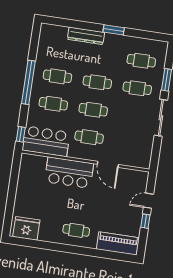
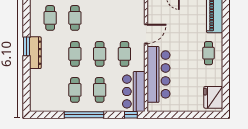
dresser: (86, 36) -> (35, 53), moved
bar counter: (69, 173) -> (158, 74), width x1.36

